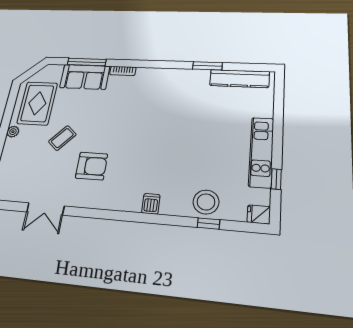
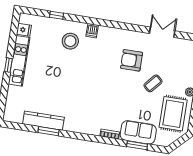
window: (87, 62) -> (137, 145), width x0.69
kitchen counter: (239, 79) -> (43, 121), moved
window: (276, 179) -> (8, 65), moved
stool: (206, 202) -> (70, 41), moved
fridge: (259, 214) -> (24, 30), moved

